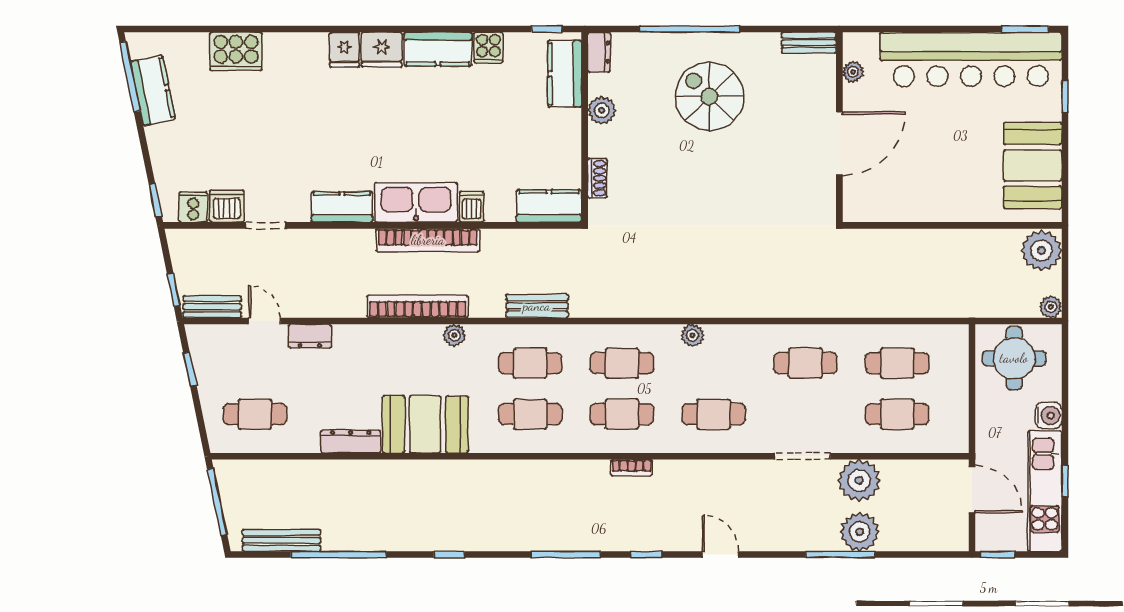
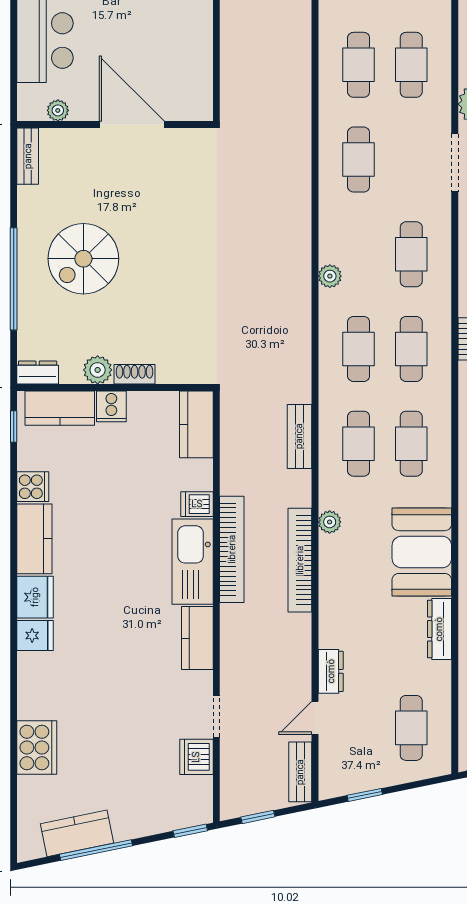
window: (130, 77) -> (96, 850), moved
shoe rack: (597, 178) -> (135, 374), moved
cooker: (193, 207) -> (111, 406), moved, turned -90
window: (174, 290) -> (258, 817), moved

